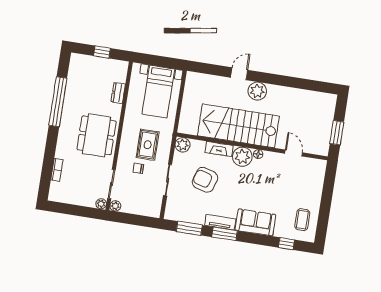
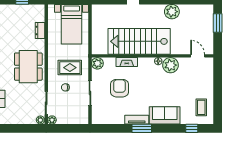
plant: (257, 91) -> (172, 12), moved
window: (337, 133) -> (218, 23), moved
rug: (148, 145) -> (70, 68), turned 90
door: (294, 153) -> (198, 56), moved
plant: (242, 157) -> (170, 65), moved
armchair: (205, 180) -> (119, 88), turned 74
window: (189, 228) -> (113, 128), removed

